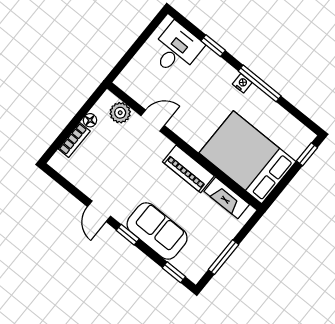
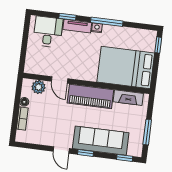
tv unit: (218, 65) -> (77, 26), added
door: (153, 121) -> (60, 80), swing flipped
piano: (188, 169) -> (90, 96), width x1.37, depth x1.33
sofa: (157, 231) -> (101, 141), width x1.36

